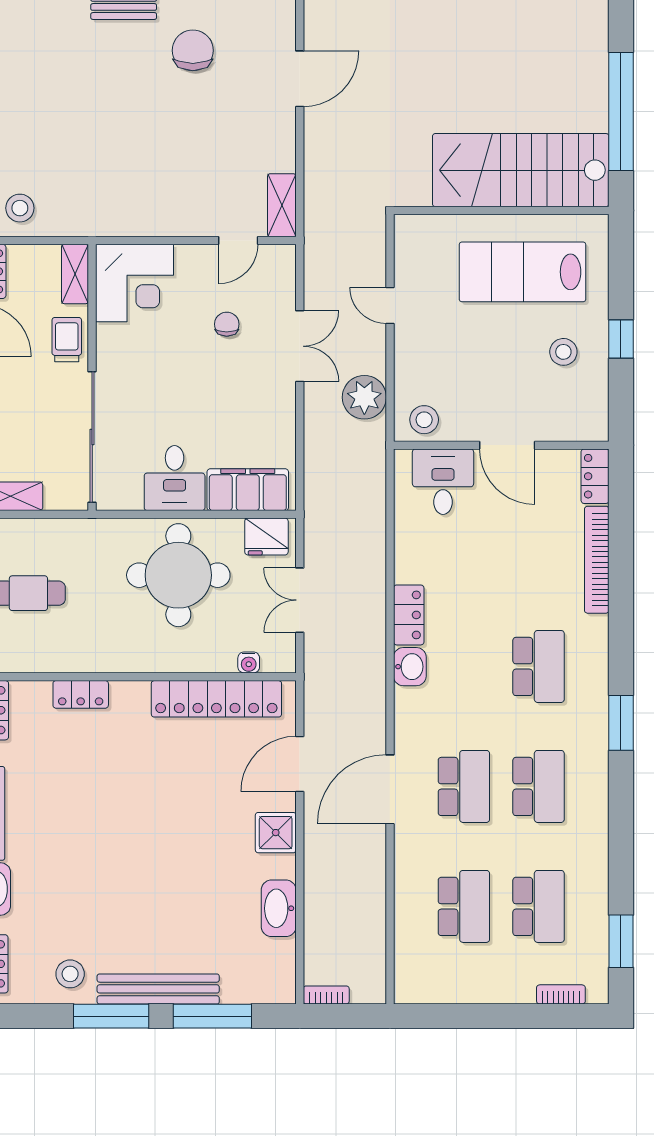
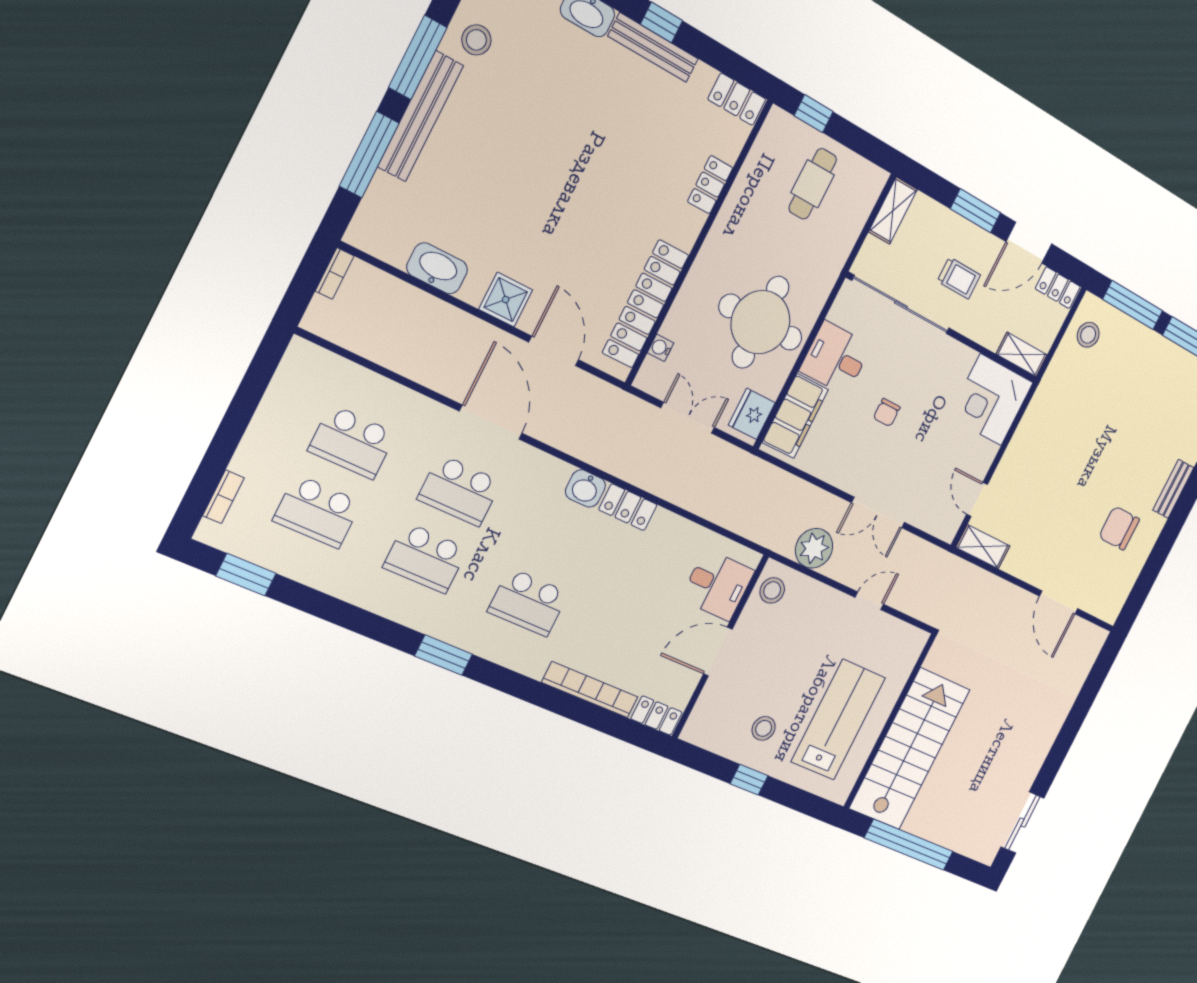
chair: (193, 50) -> (1119, 528), turned 180
chair: (227, 324) -> (887, 413), moved, turned 90
trolley: (67, 340) -> (959, 278), moved

